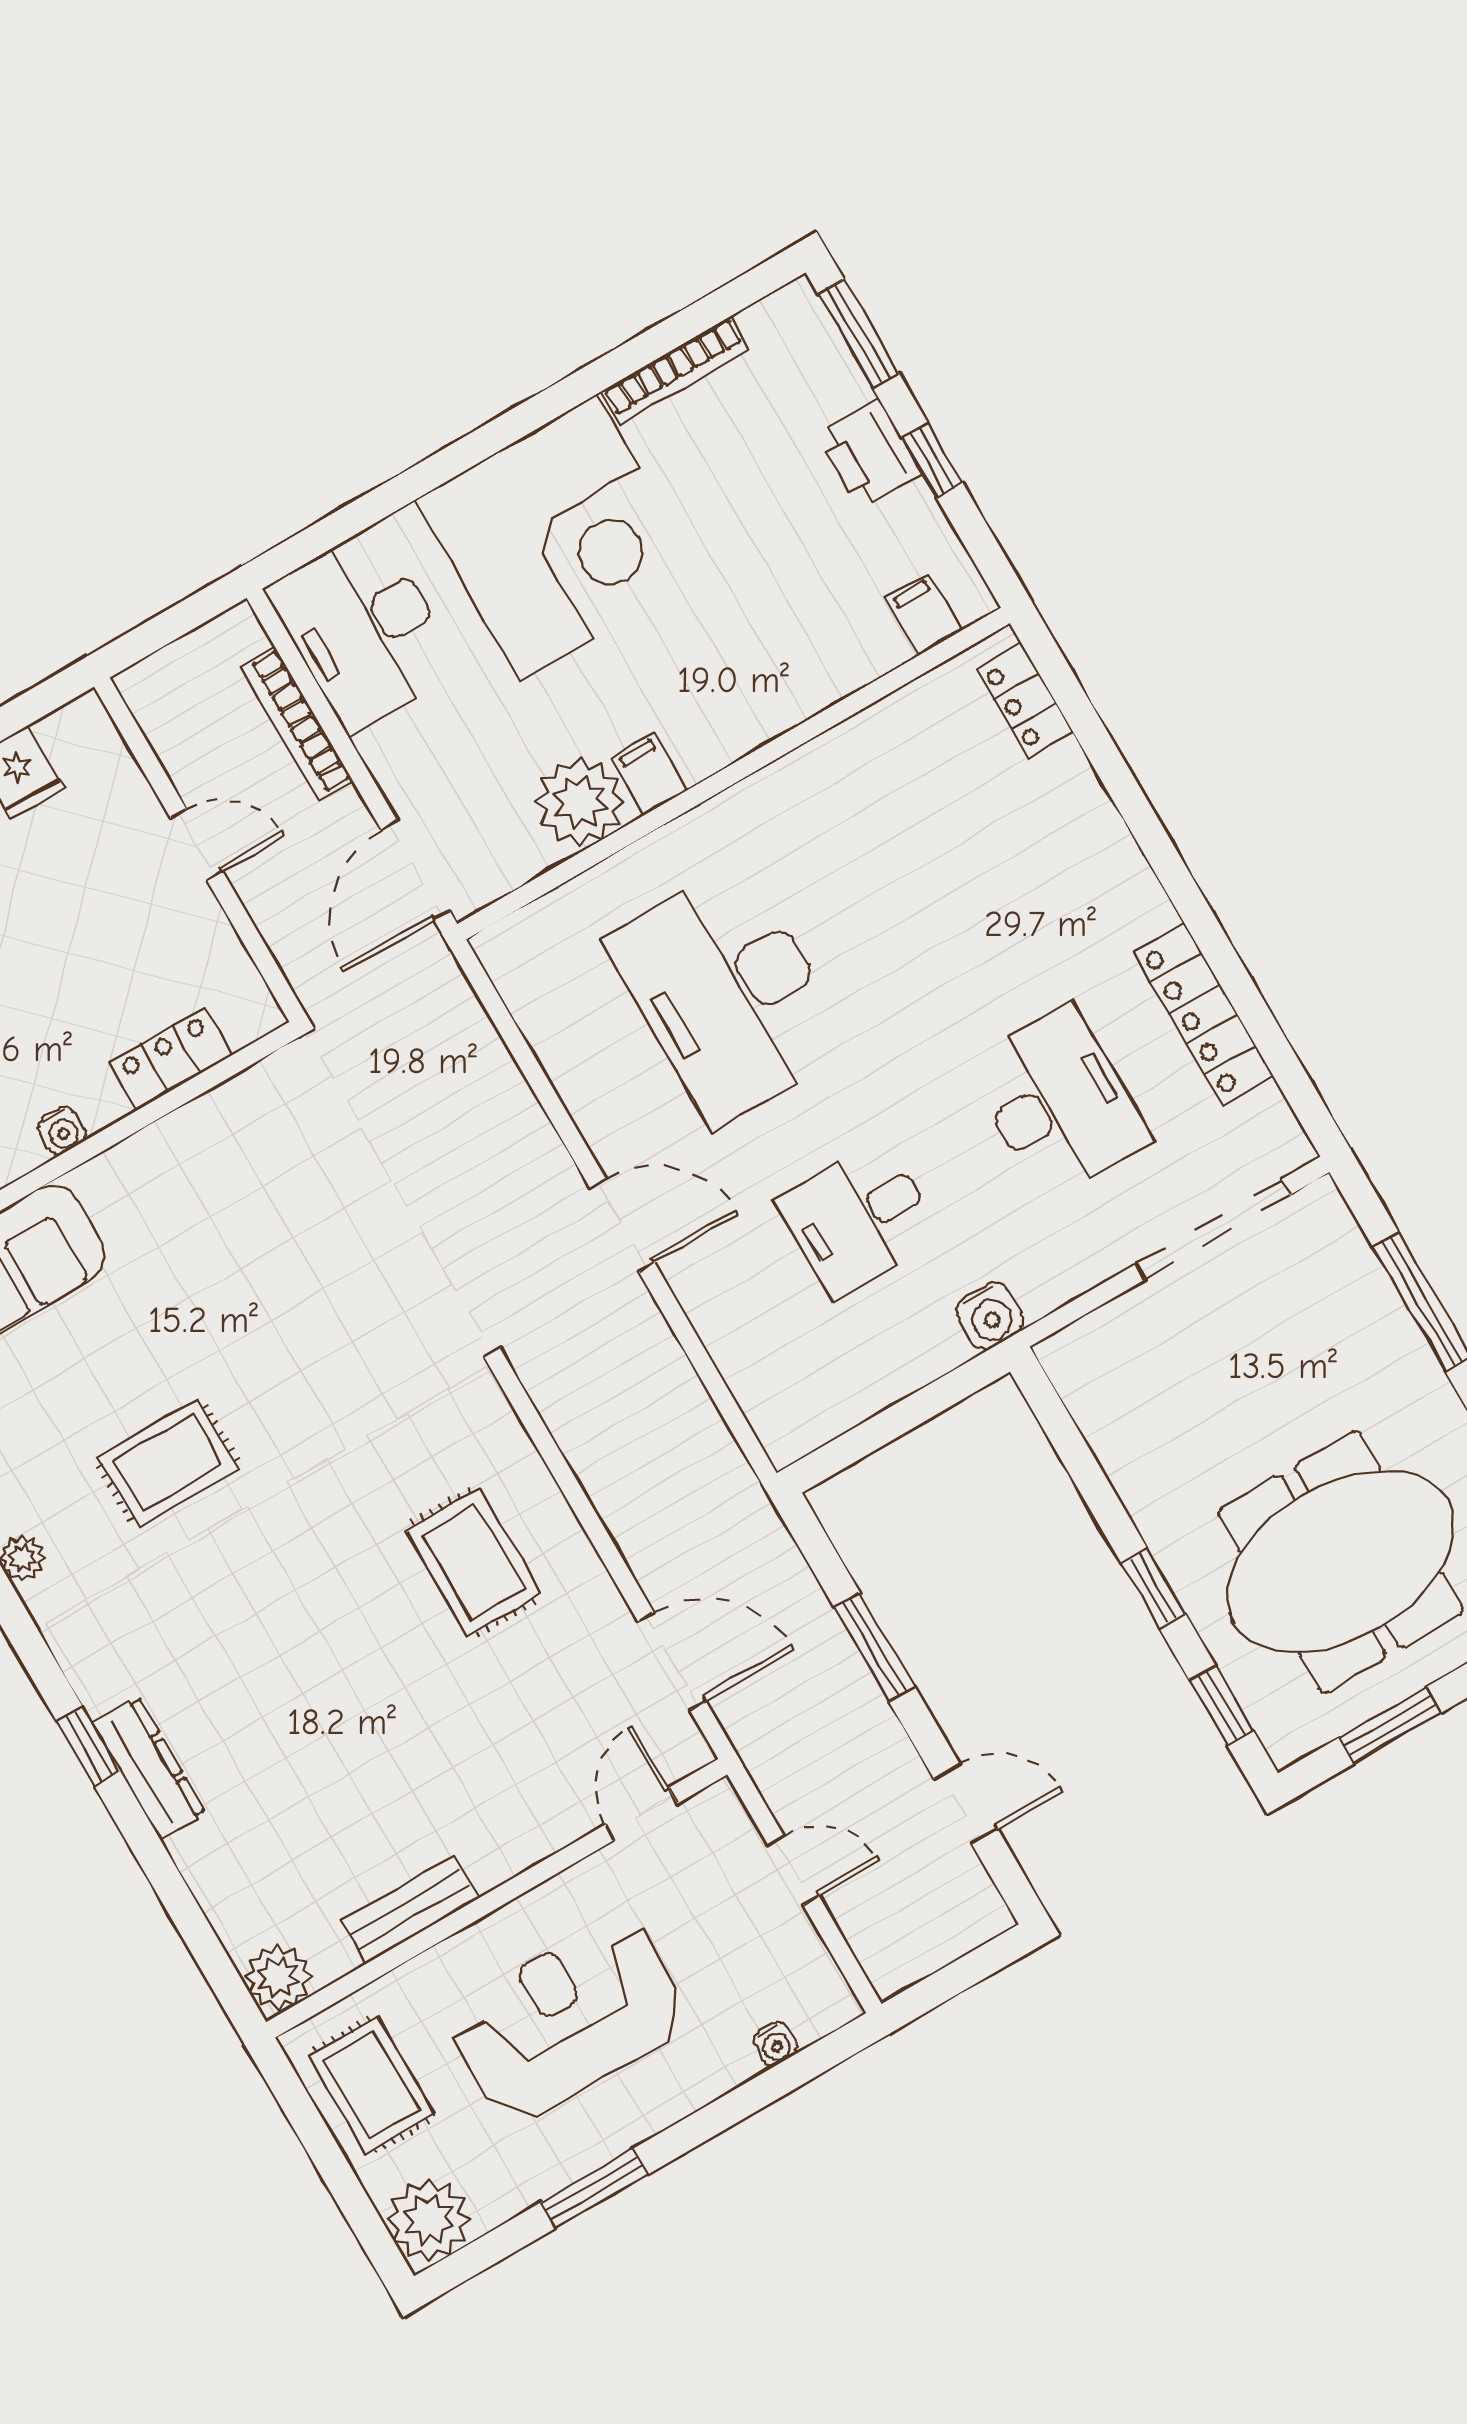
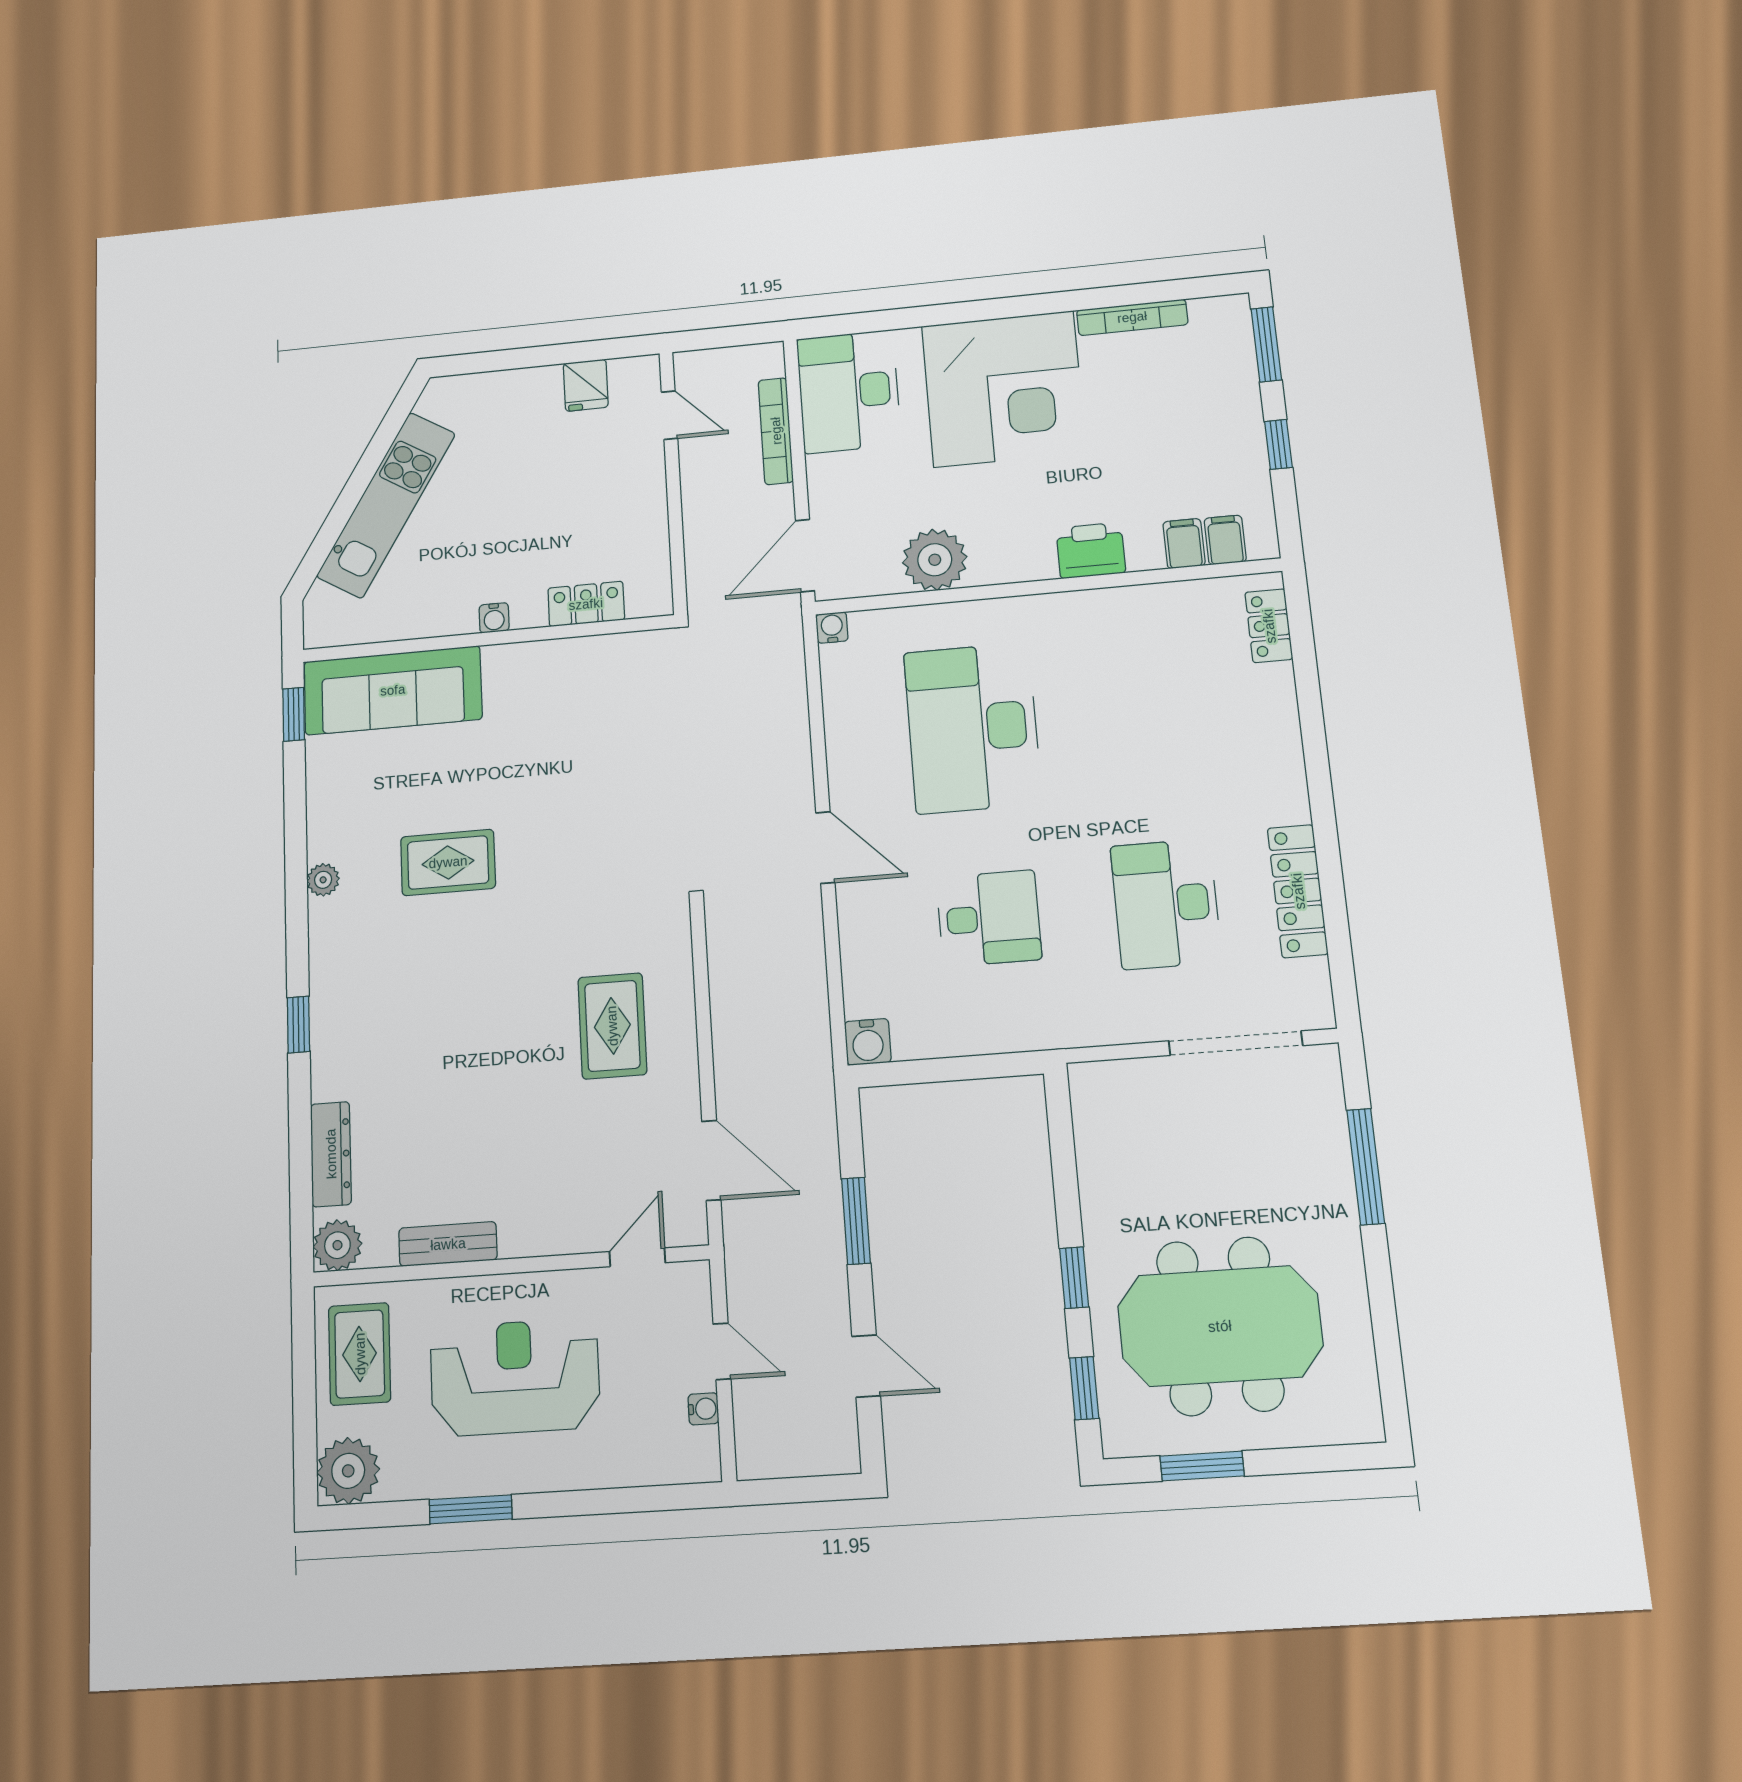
printer: (869, 454) -> (1091, 551), moved, turned 90
filing cabinet: (649, 774) -> (1184, 544), moved
door: (197, 845) -> (669, 415), moved
water cooler: (495, 947) -> (832, 628), added
desk: (1058, 1102) -> (1166, 904), turned 180
desk: (859, 1218) -> (989, 918), turned 180
water cooler: (990, 1316) -> (868, 1042), moved
dresser: (149, 1768) -> (331, 1154), moved
water cooler: (775, 2044) -> (703, 1409), moved, turned -90

